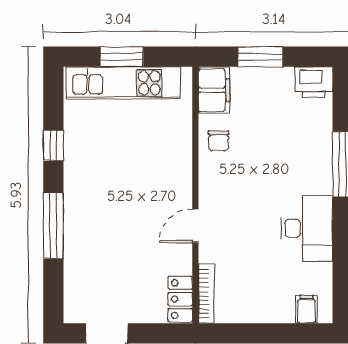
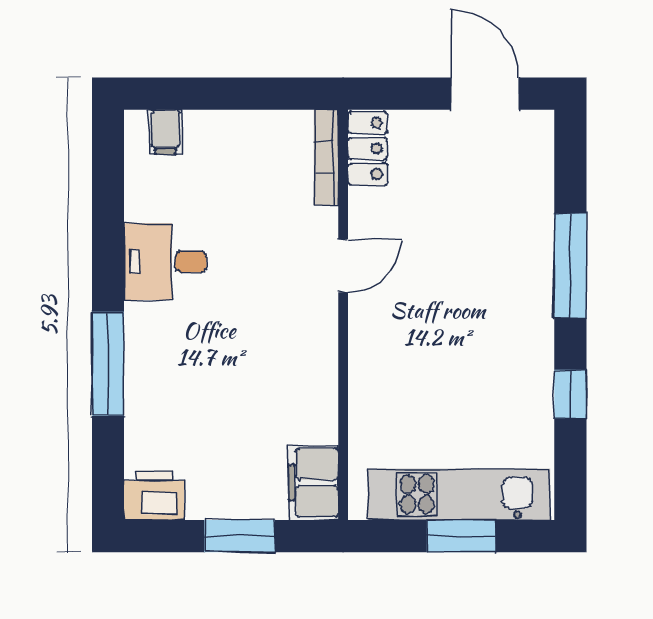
chair: (219, 141) -> (306, 402), removed
desk: (307, 228) -> (165, 262), width x0.73

